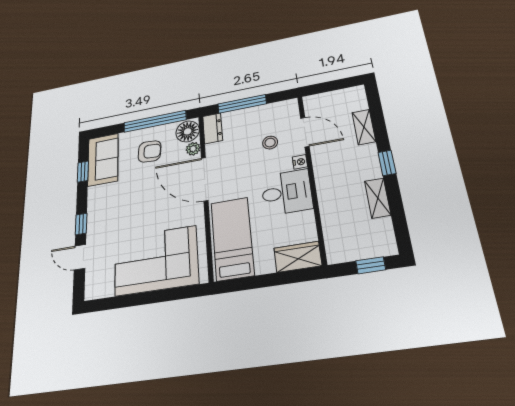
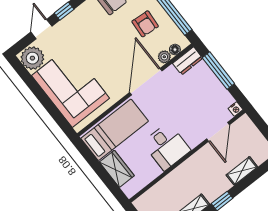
floor lamp: (188, 131) -> (175, 50), width x0.53, depth x0.53
stool: (270, 143) -> (198, 112), removed
nightstand: (300, 162) -> (236, 109), moved
wardrobe: (298, 257) -> (117, 169), moved
plant: (100, 284) -> (32, 58), added

